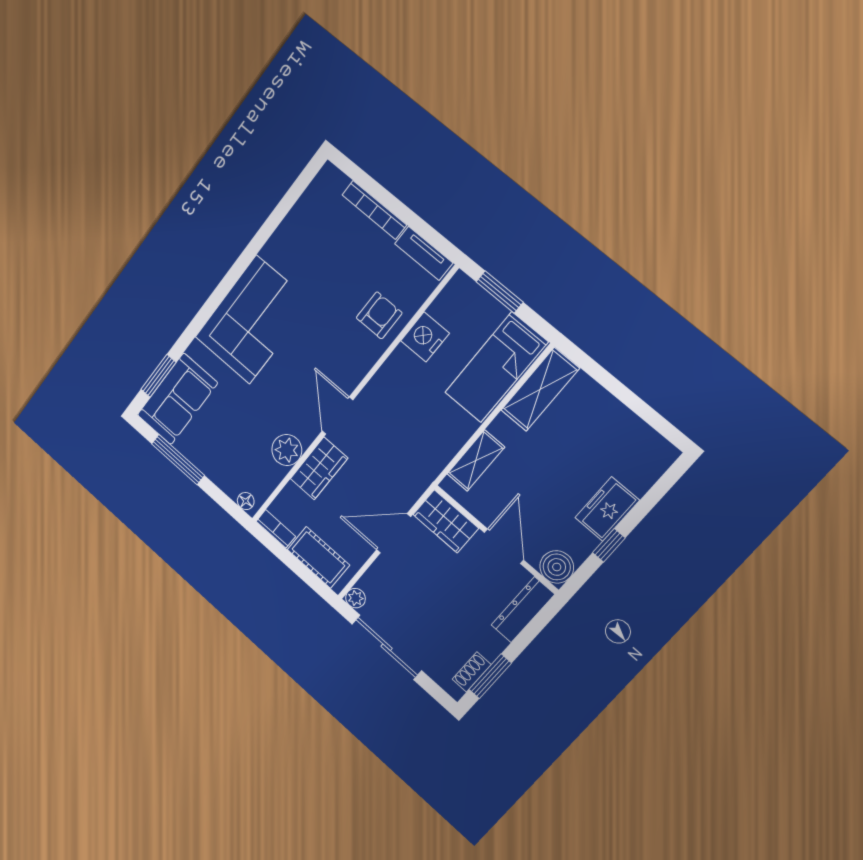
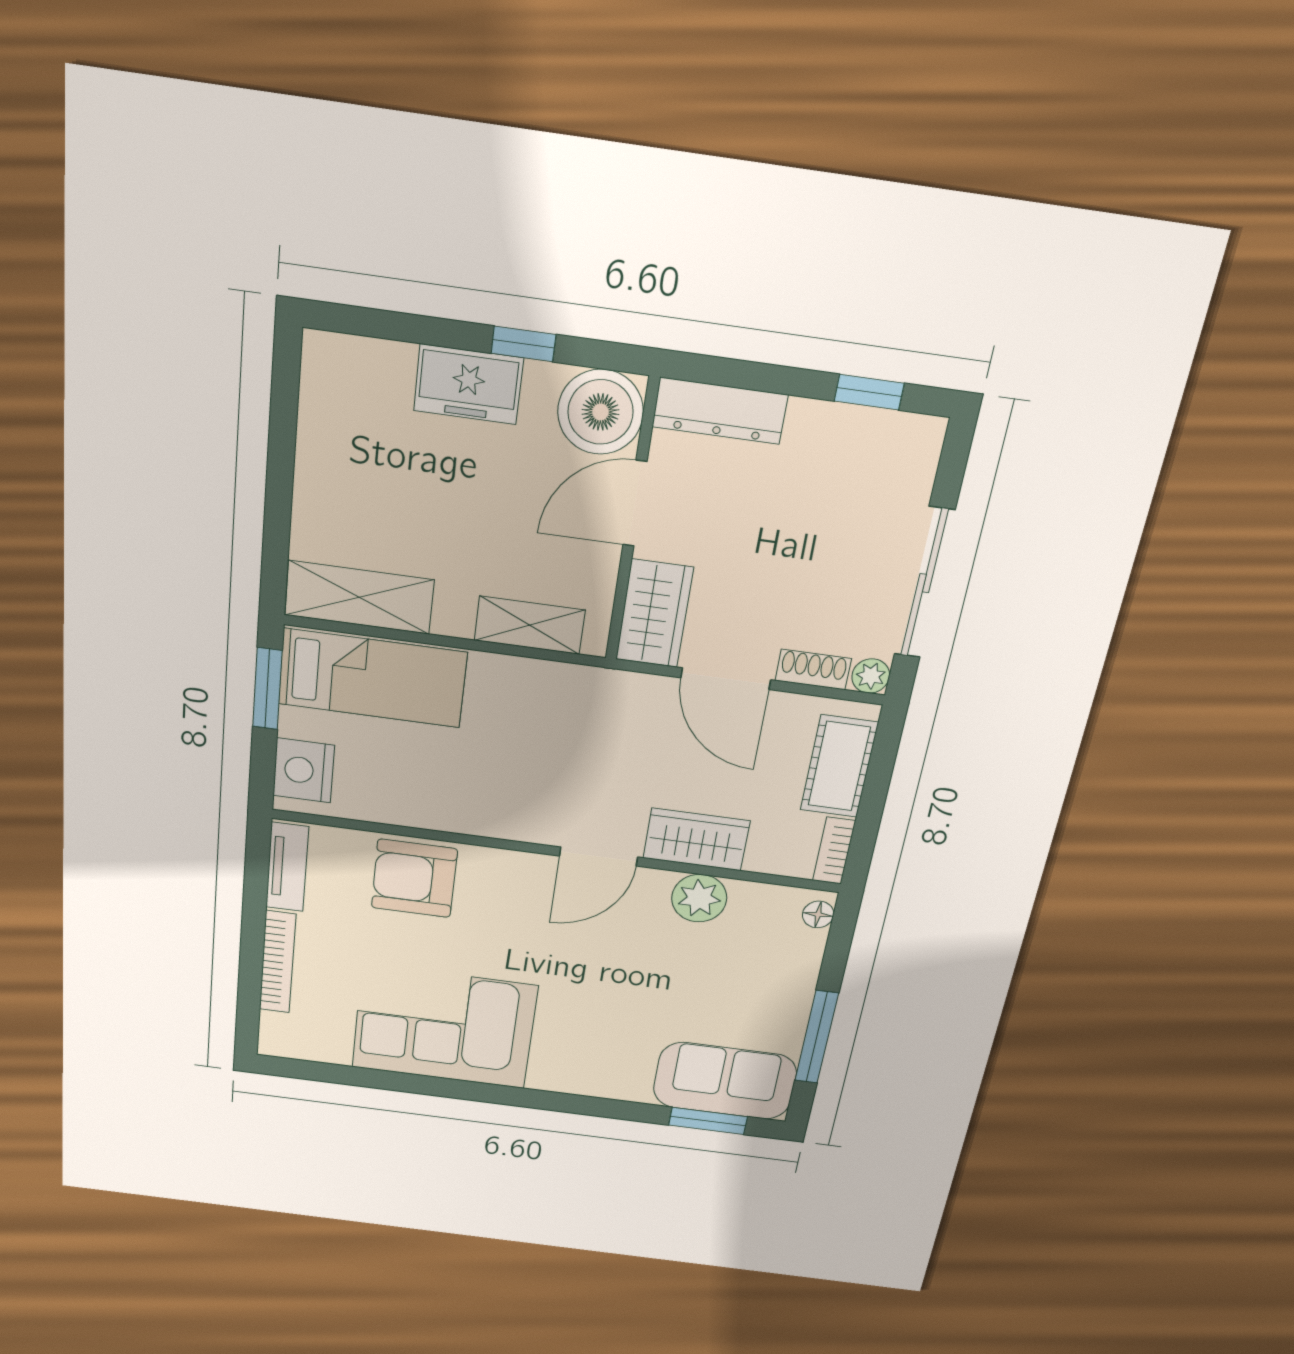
window: (500, 292) -> (267, 689), moved
armchair: (379, 315) -> (414, 878), width x1.38, depth x1.38
corner sofa: (253, 320) -> (444, 1027), moved
nightstand: (425, 337) -> (304, 770), moved, turned 90
boiler: (557, 567) -> (600, 412), width x1.37, depth x1.37
shoe rack: (472, 672) -> (813, 670), moved, turned 180
window: (490, 676) -> (869, 392), width x0.67

